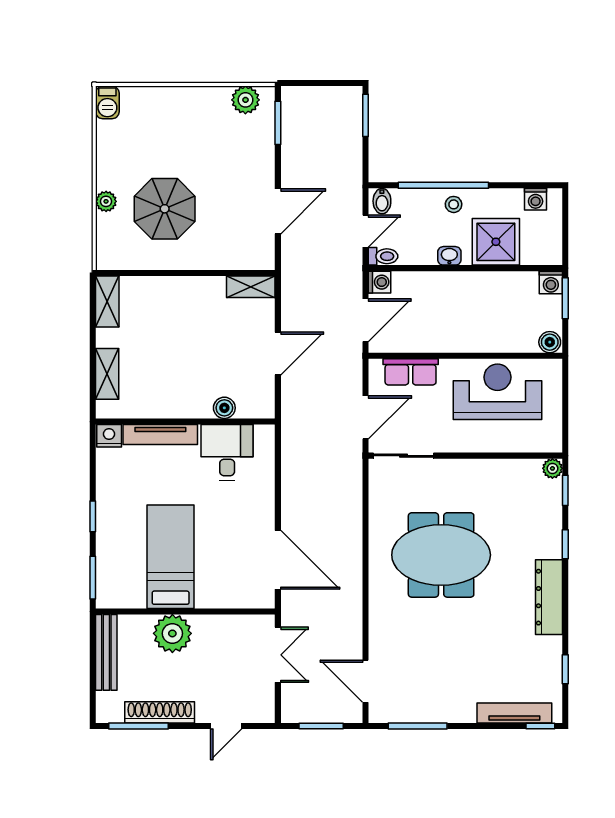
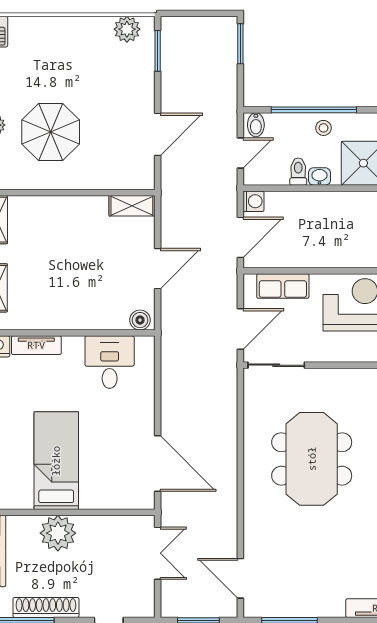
toilet: (383, 256) -> (298, 172), moved, turned -90
boiler: (224, 408) -> (140, 320), moved
tv unit: (160, 435) -> (36, 345), width x0.71
meeting table: (441, 555) -> (312, 459), turned 90

